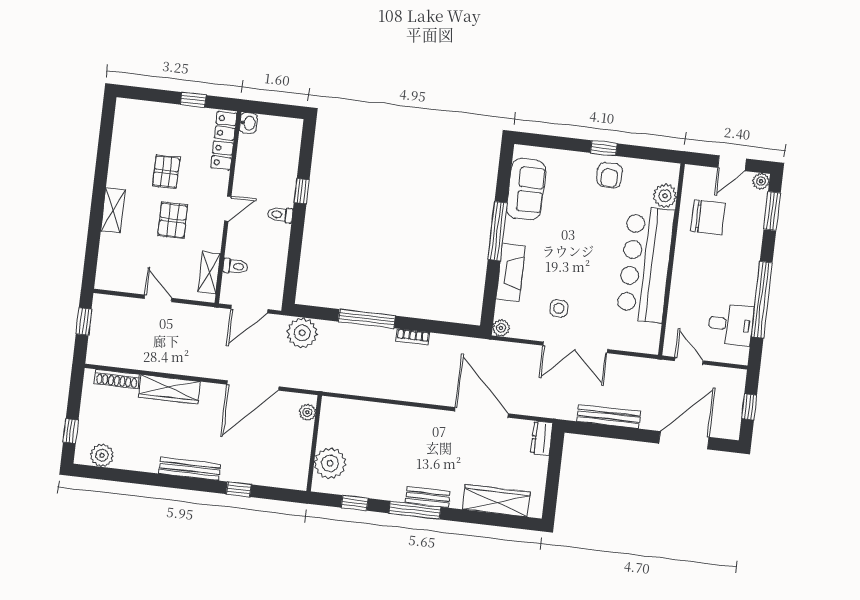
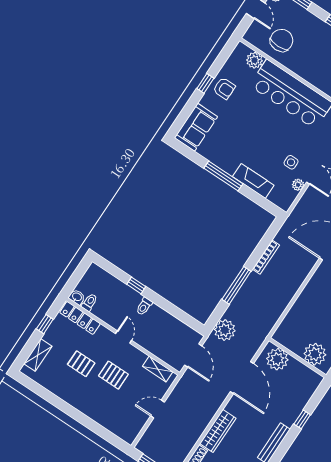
sofa: (526, 189) -> (196, 127), moved, turned 90
shelving: (113, 210) -> (38, 355), moved, turned 90
toilet: (235, 266) -> (89, 302), moved
plant: (501, 328) -> (298, 185), moved
bookcase: (413, 337) -> (266, 257), width x1.56
plant: (307, 412) -> (277, 359), width x1.88, depth x1.88

